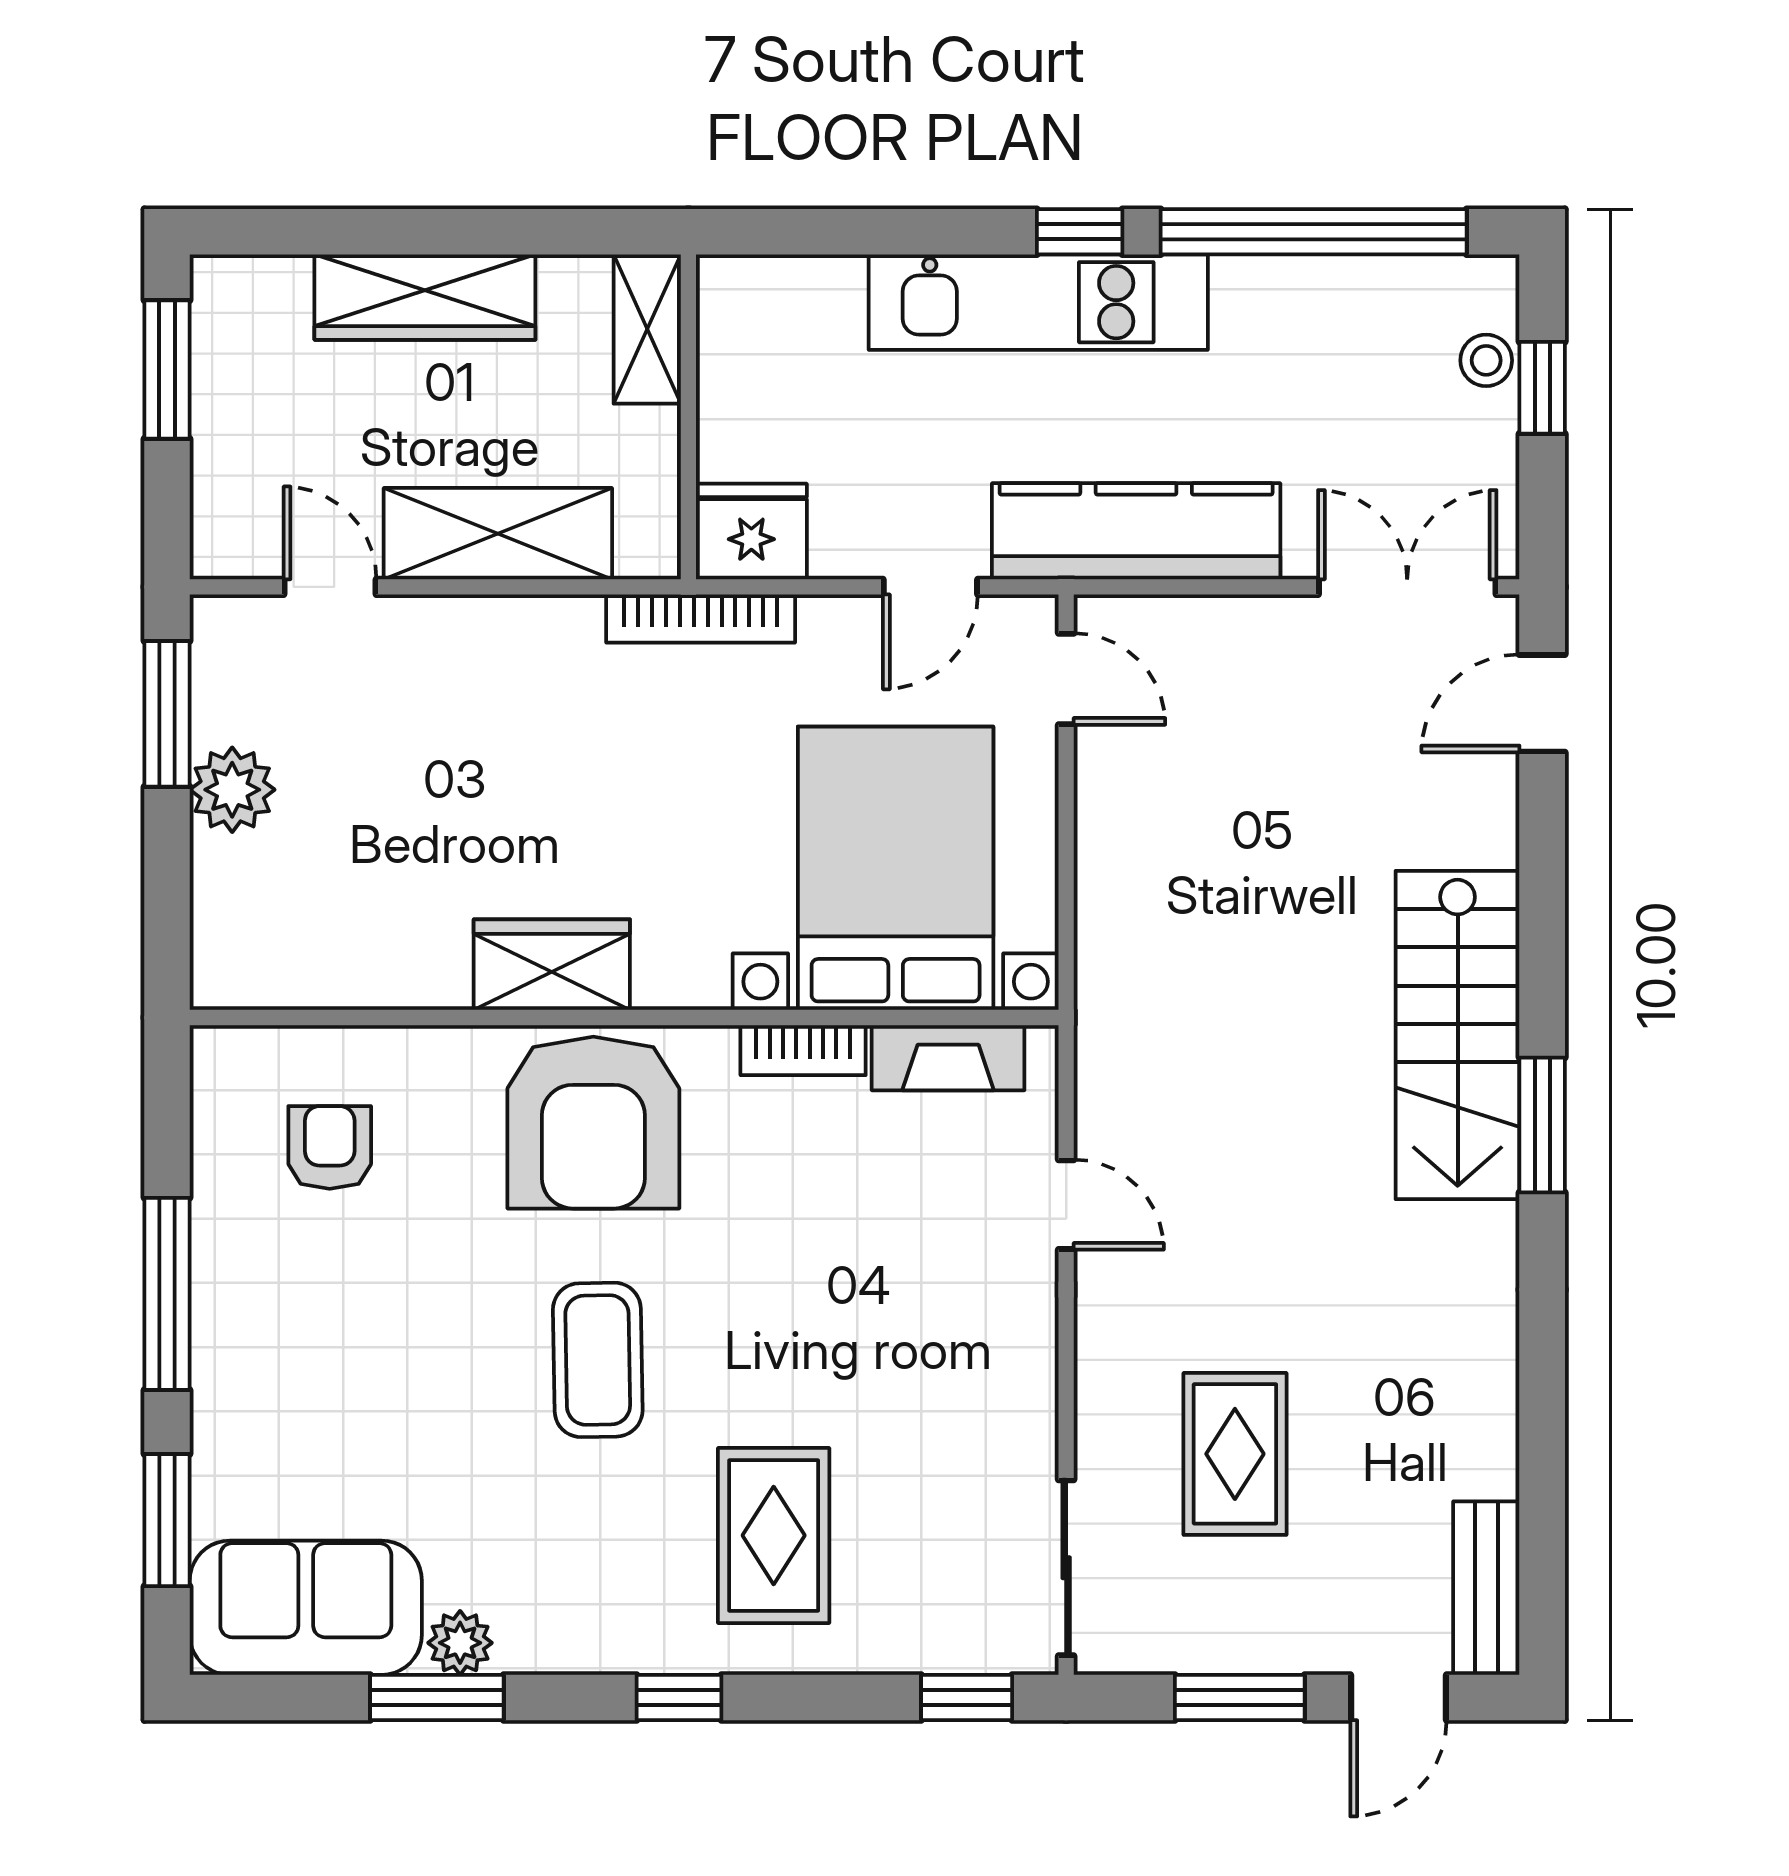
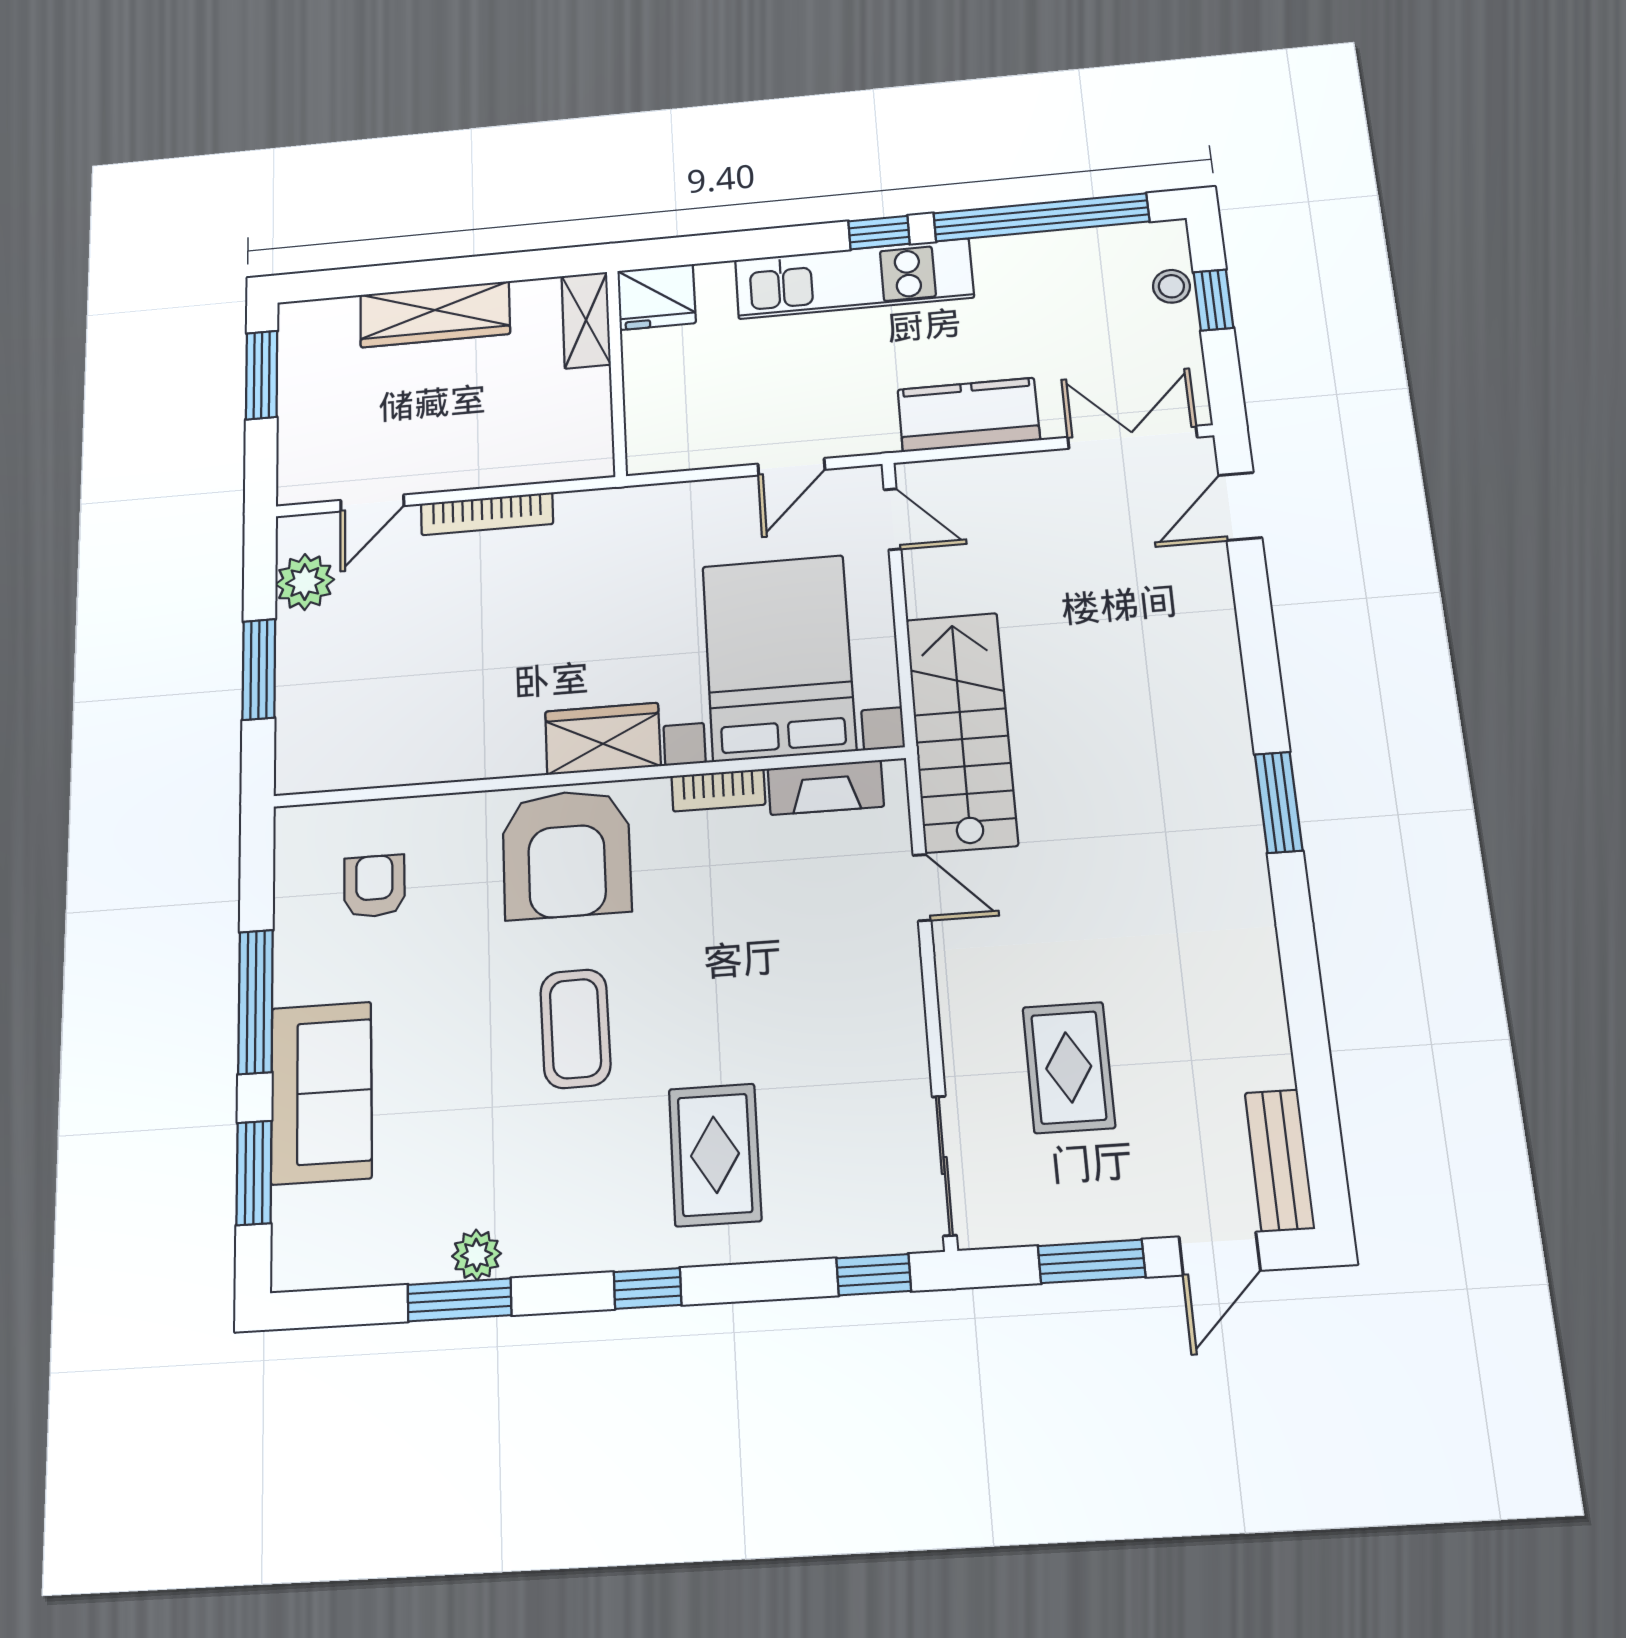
kitchen counter: (1136, 531) -> (969, 415), width x0.67
fridge: (751, 532) -> (656, 297), moved, turned 180
shelving: (498, 534) -> (487, 459), removed
door: (330, 587) -> (372, 503), swing flipped
bookcase: (701, 619) -> (487, 514), moved
window: (167, 714) -> (259, 669), moved
plant: (232, 790) -> (305, 582), moved
wardrobe: (552, 965) -> (603, 739), moved
stairs: (1458, 1035) -> (961, 731), moved, turned 180
sofa: (306, 1608) -> (321, 1093), moved, turned 90

